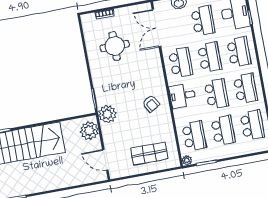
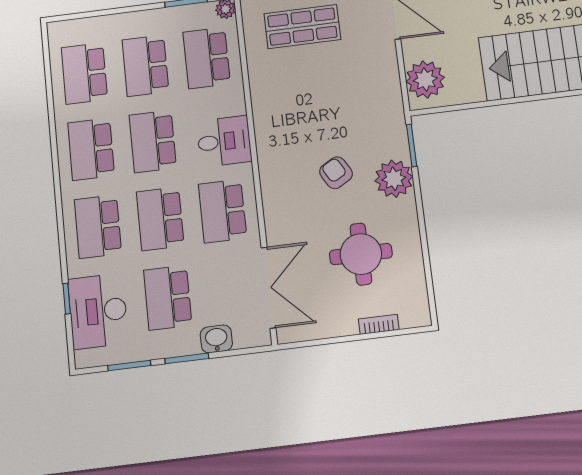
armchair: (151, 104) -> (336, 173), moved
plant: (107, 114) -> (394, 179), moved

